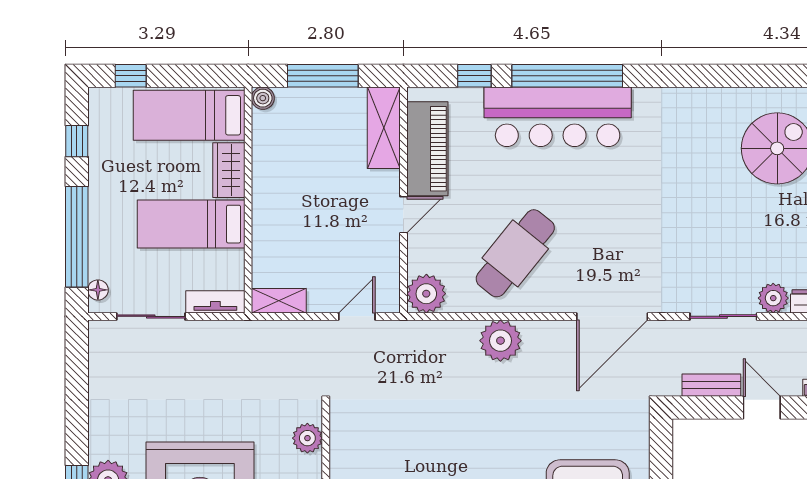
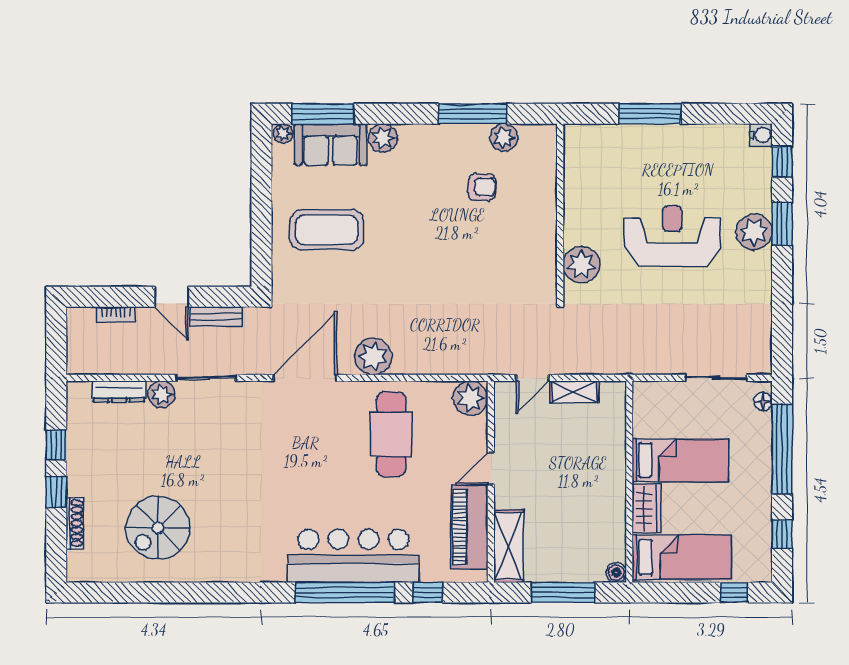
cafe table: (515, 253) -> (391, 434), turned -39
shelving: (279, 301) -> (574, 392), moved
tv unit: (215, 302) -> (659, 391), removed
plant: (500, 341) -> (373, 356), moved
plant: (307, 438) -> (581, 265), width x1.36, depth x1.36

